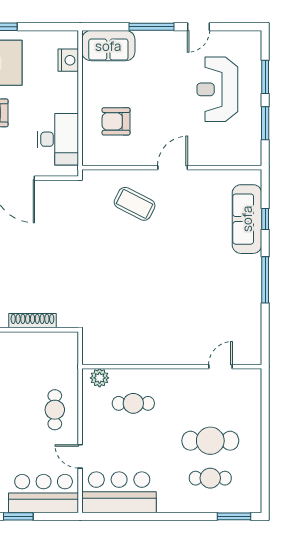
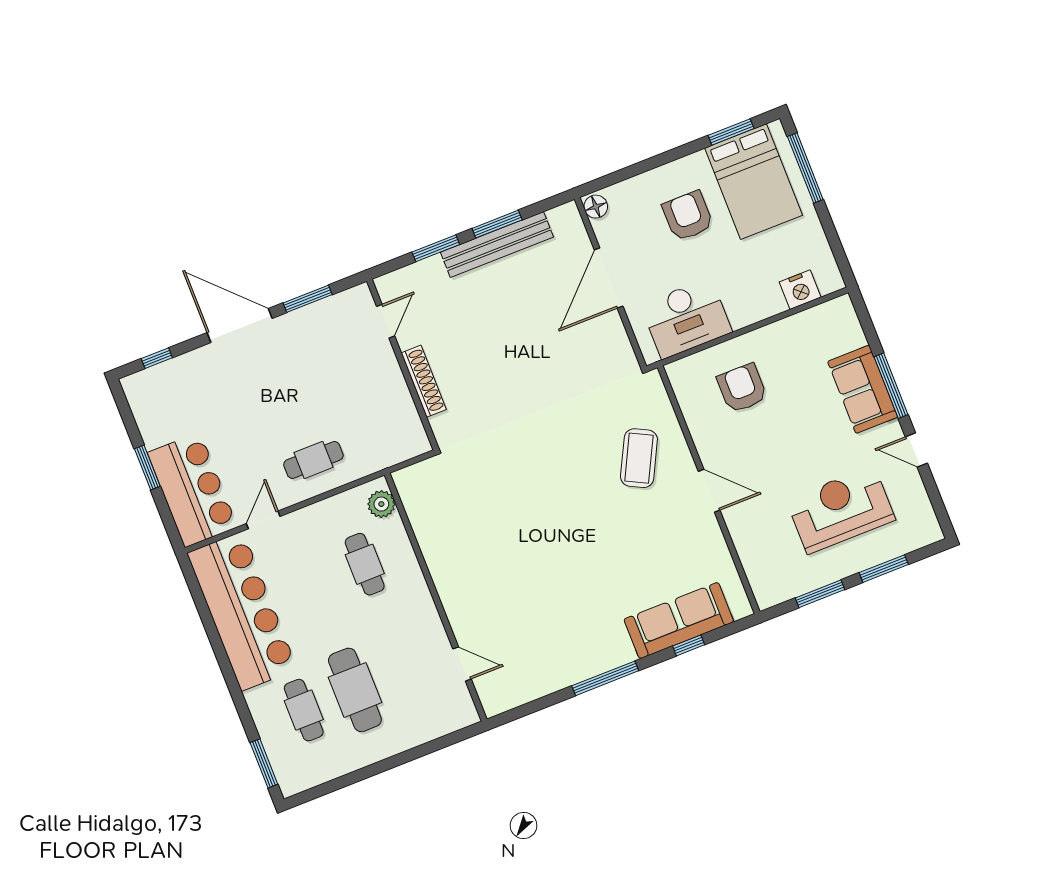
sofa: (108, 46) -> (863, 389), moved
bar counter: (119, 492) -> (242, 611), width x1.36

